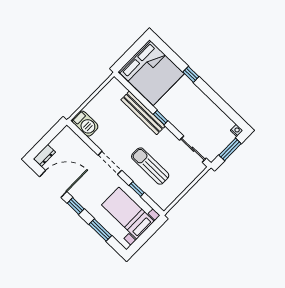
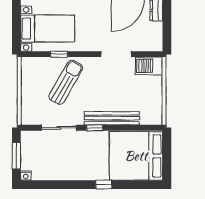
sliding door: (193, 149) -> (59, 128), moved
doorway: (110, 163) -> (116, 54), moved
sun lounger: (150, 166) -> (66, 82), turned -60

